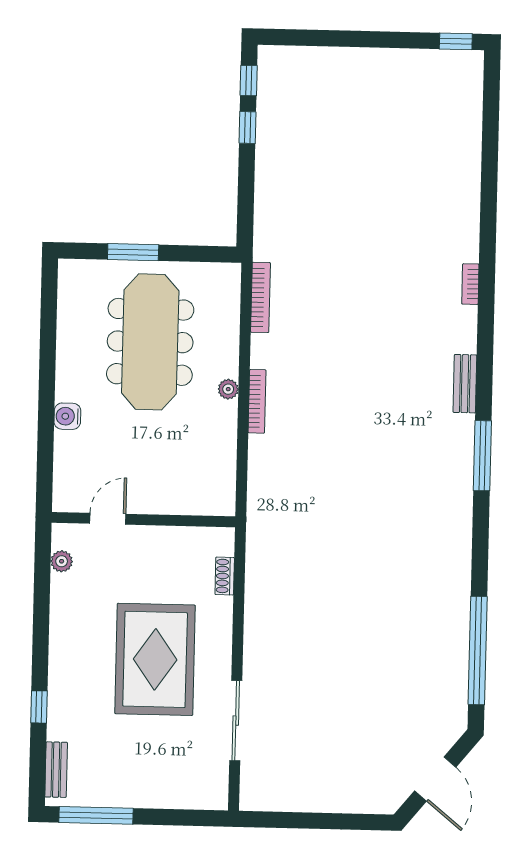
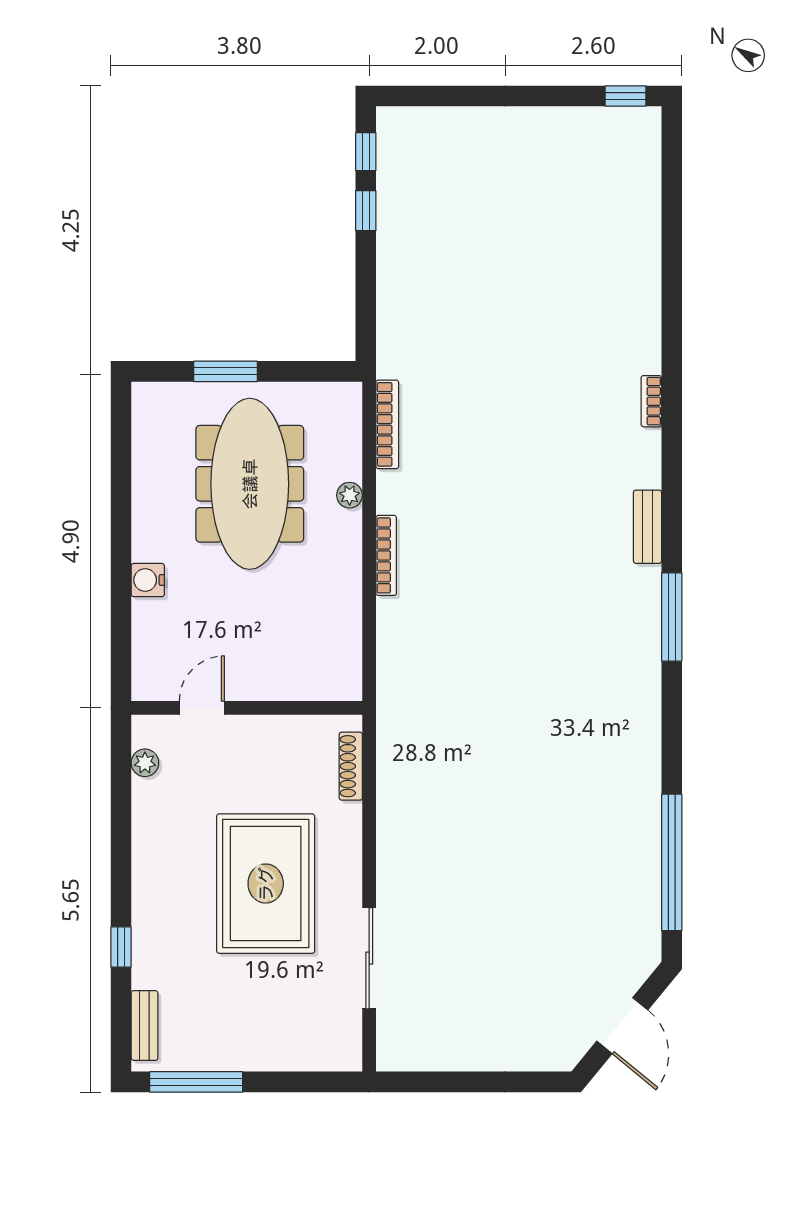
plant: (228, 389) -> (350, 495), moved
shoe rack: (225, 576) -> (351, 766), width x1.43

